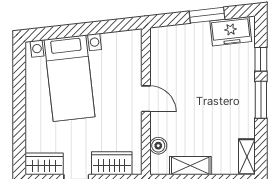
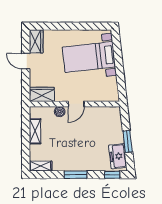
window: (261, 59) -> (112, 175), moved
boiler: (158, 146) -> (60, 112), moved
wardrobe: (112, 163) -> (42, 94), moved, turned -90

